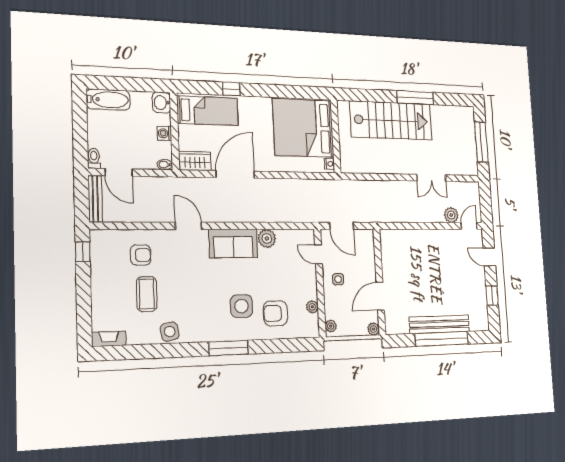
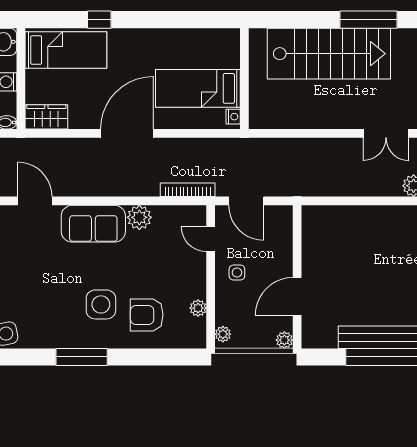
bed: (303, 128) -> (198, 88), width x0.49
door: (235, 174) -> (127, 133), moved
bookcase: (300, 218) -> (188, 190), added

